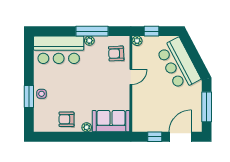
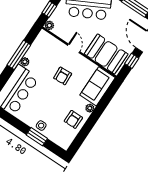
armchair: (116, 53) -> (63, 76), moved
booth: (145, 109) -> (106, 54), added

